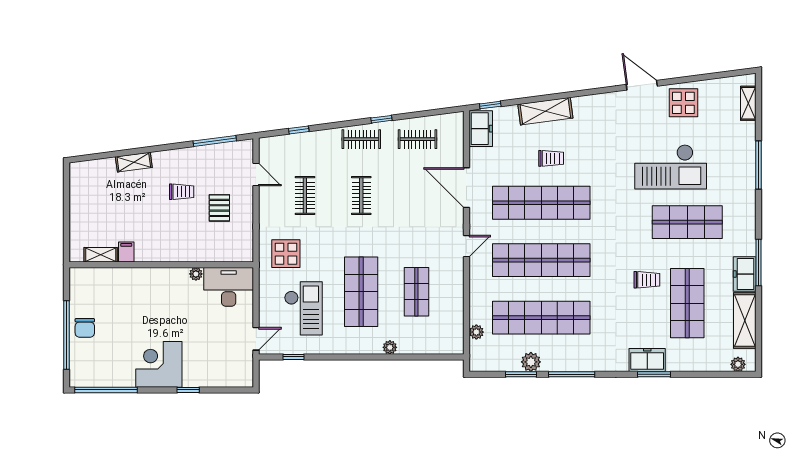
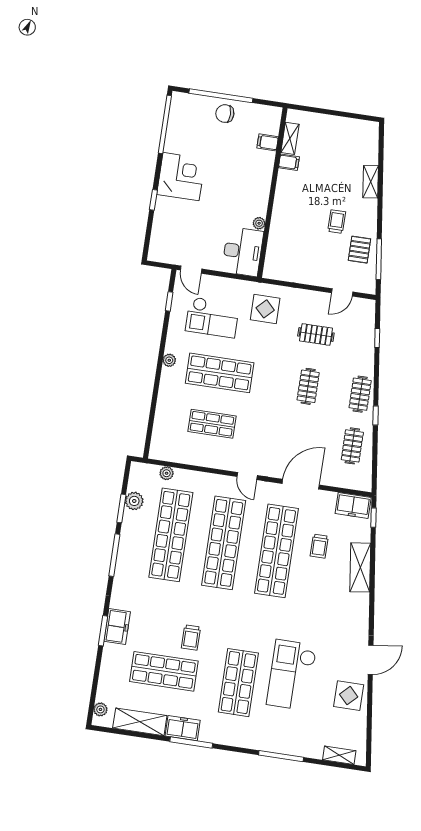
trolley: (551, 158) -> (319, 546), moved
trolley: (182, 192) -> (337, 222), turned 180
clothes rail: (361, 196) -> (308, 386), turned 90
pallet: (219, 208) -> (359, 250), moved, turned 90
filing cabinet: (109, 278) -> (268, 142), added
plant: (390, 347) -> (169, 360), moved
plant: (531, 362) -> (134, 501), moved

